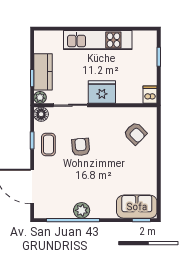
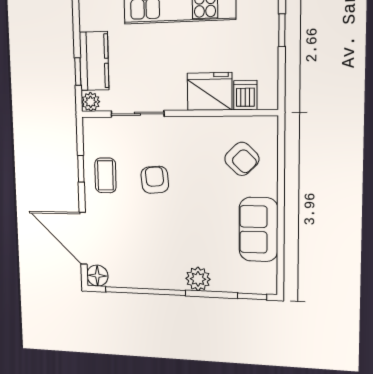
fridge: (102, 92) -> (210, 91), moved
dishwasher: (150, 95) -> (245, 95), moved
floor lamp: (41, 114) -> (97, 276), moved
sofa: (137, 207) -> (258, 229), moved, turned -90
plant: (82, 210) -> (198, 279), moved

